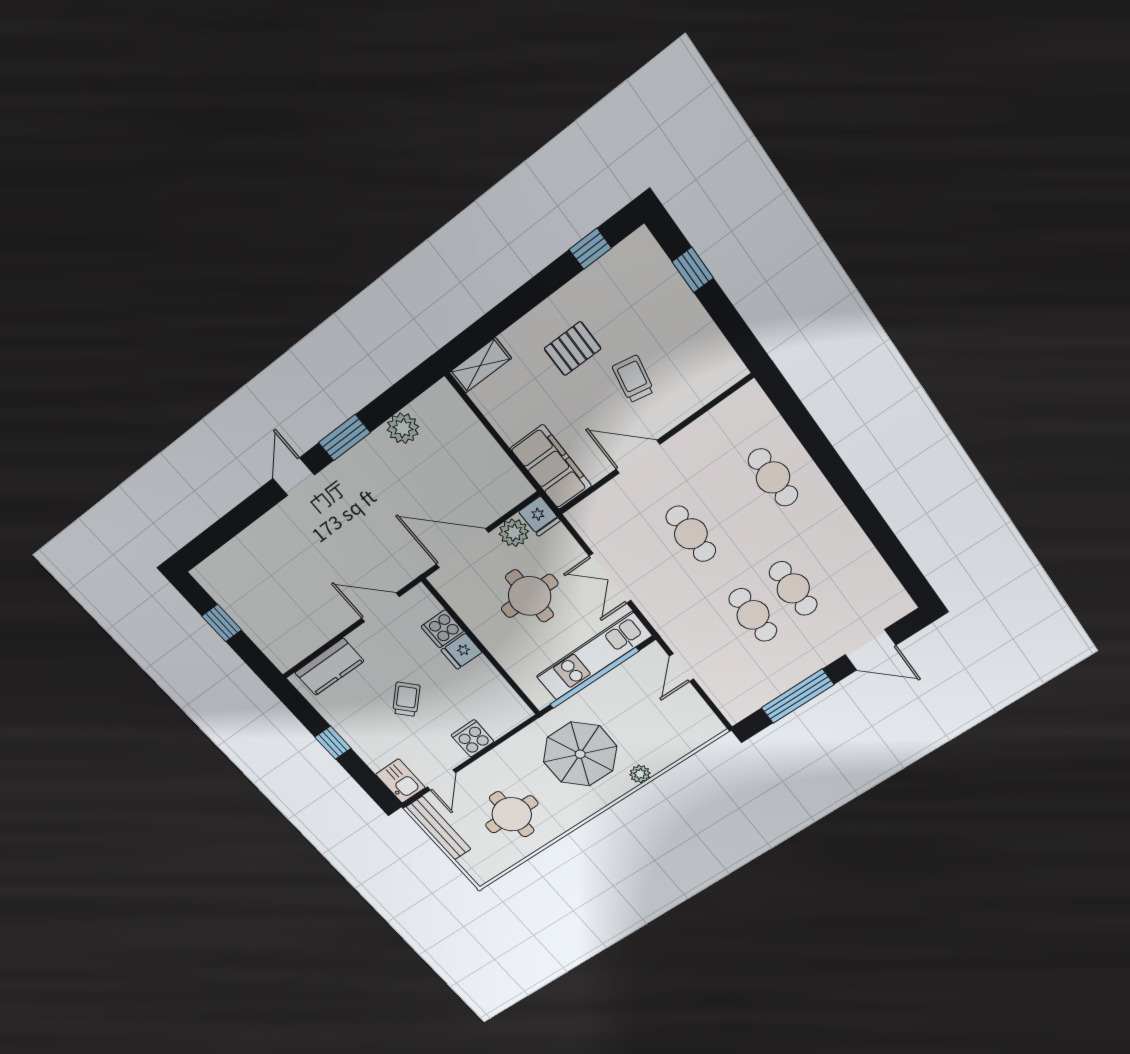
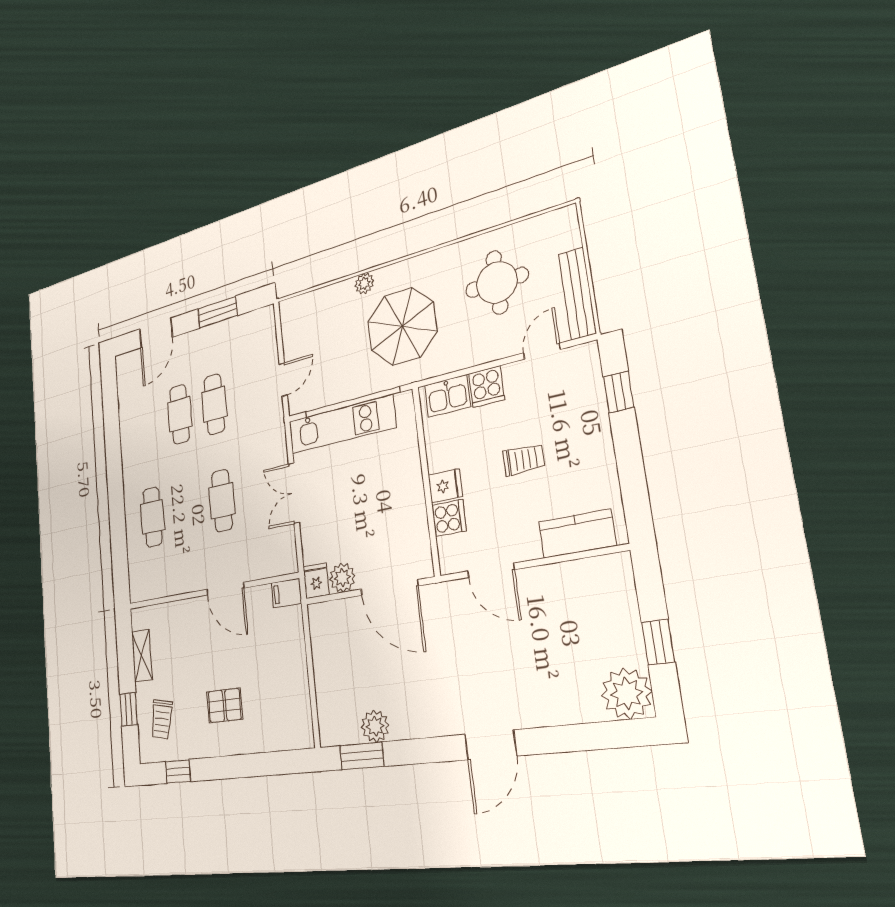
shelving: (480, 365) -> (142, 656), moved, turned 90
trolley: (633, 379) -> (162, 719), moved
window: (344, 437) -> (362, 756), moved
filing cabinet: (551, 467) -> (286, 593), width x0.33, depth x0.86
door: (294, 477) -> (491, 745), width x1.38
plant: (219, 576) -> (627, 693), added
double door: (610, 578) -> (294, 493), swing flipped
round table: (530, 596) -> (361, 511), removed
door: (870, 650) -> (156, 333), swing flipped
window: (798, 696) -> (218, 312), width x0.69
trolley: (406, 699) -> (524, 460), turned -136
window: (333, 743) -> (619, 392), moved
kitchen sink: (400, 781) -> (447, 396), moved, turned -90

